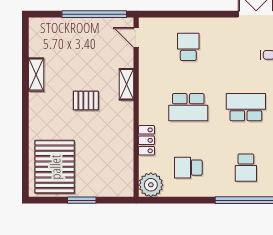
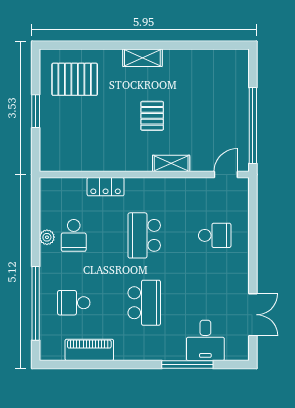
shelving: (36, 75) -> (142, 58), moved
pallet: (55, 167) -> (75, 79), width x0.73, depth x0.71
school desk: (188, 168) -> (74, 235), turned 180
plant: (151, 185) -> (47, 237), moved, width x0.53, depth x0.53

